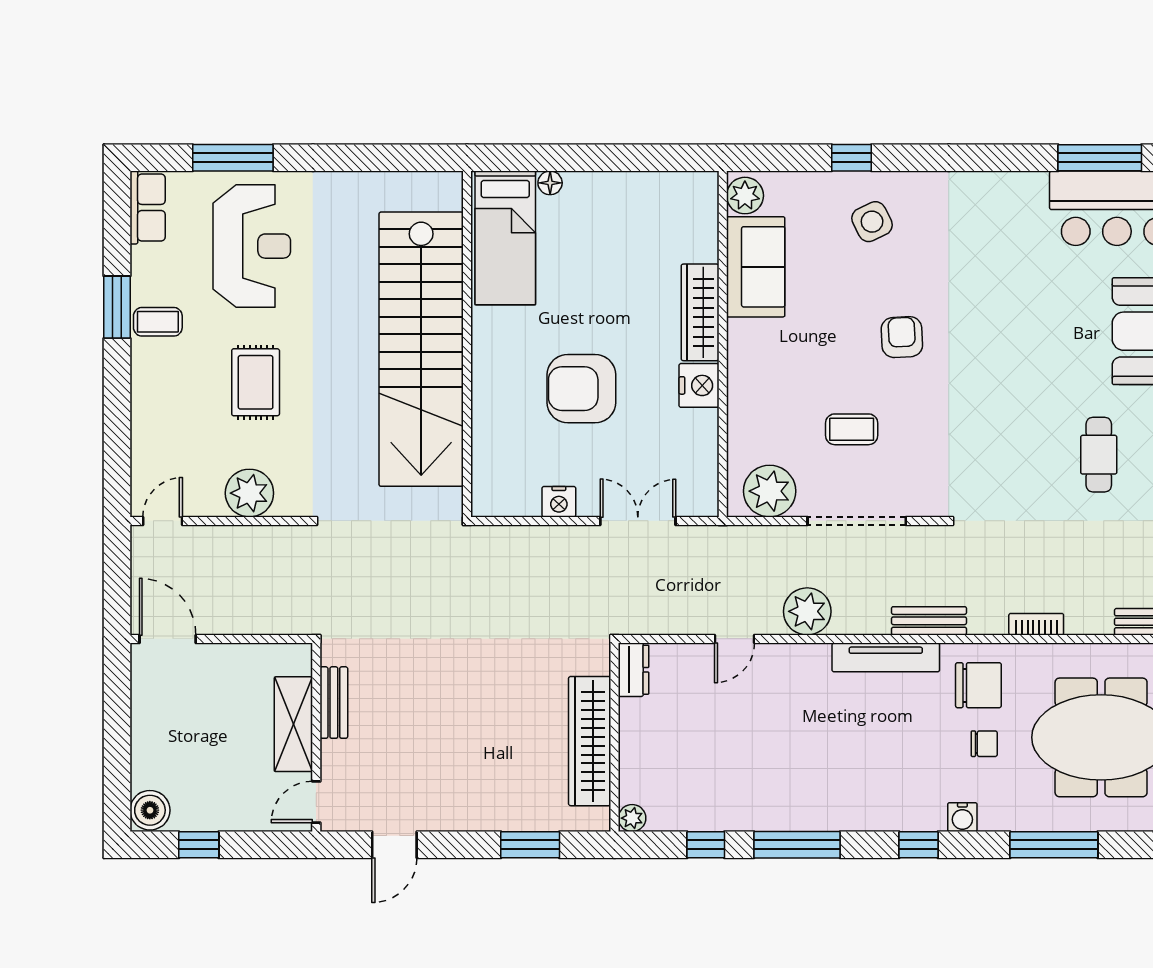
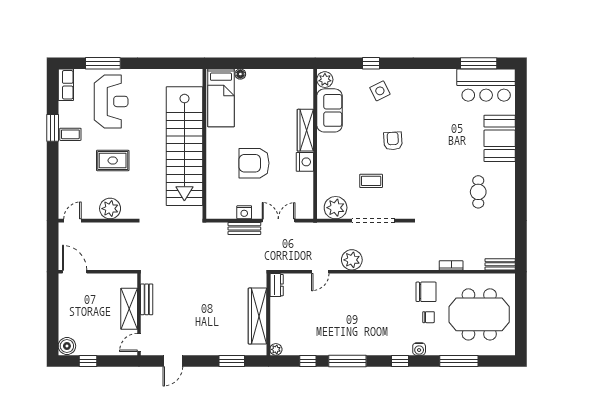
rug: (256, 382) -> (113, 160), turned 90
bench: (929, 621) -> (244, 229), moved
tv unit: (886, 657) -> (386, 280), removed

